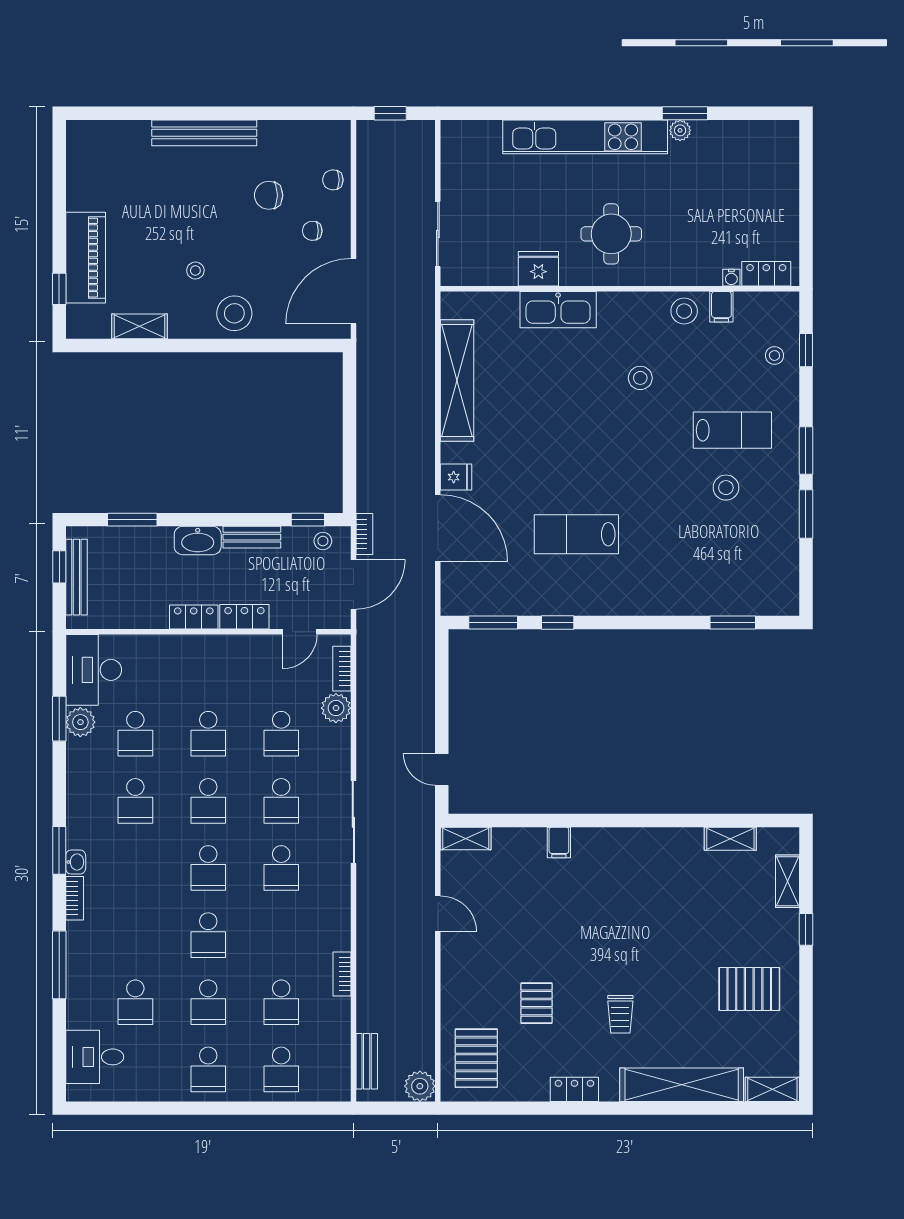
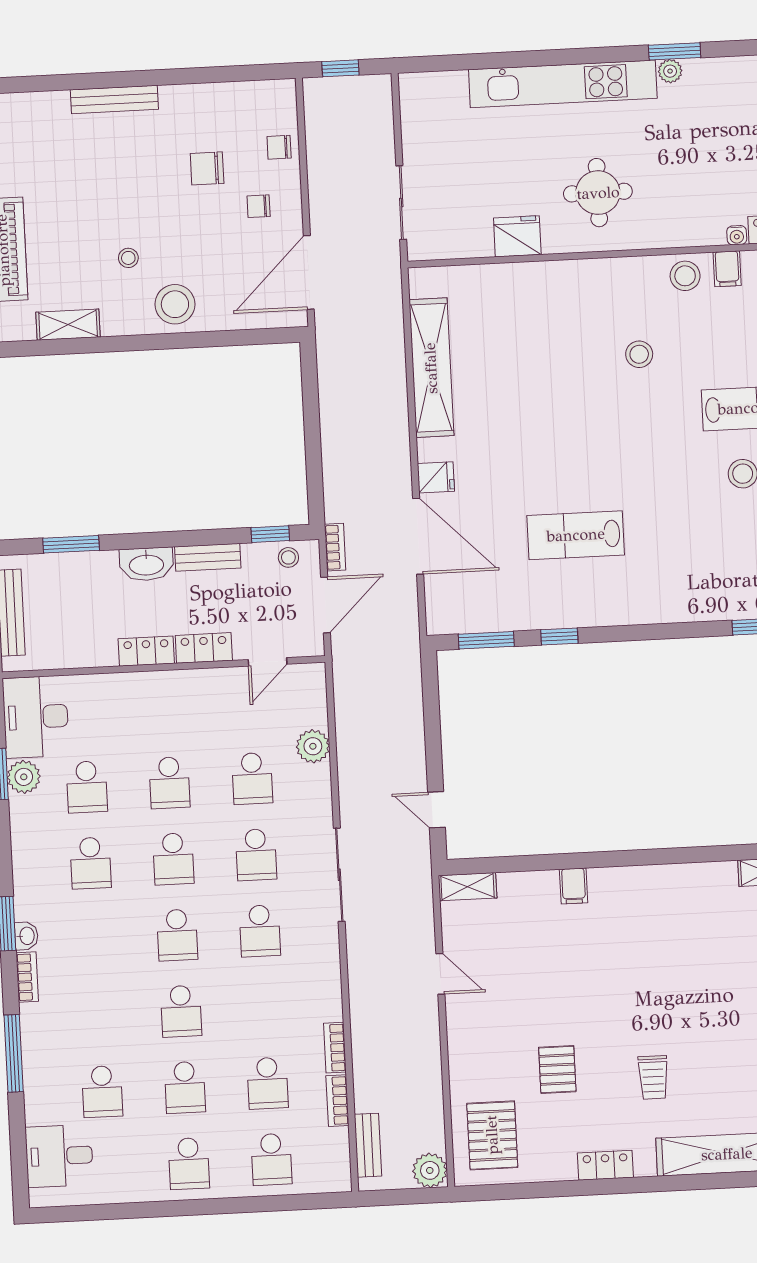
bench: (204, 133) -> (114, 99), width x0.73, depth x0.82
kitchen sink: (558, 310) -> (542, 281), removed
bookcase: (342, 669) -> (337, 1101), moved

